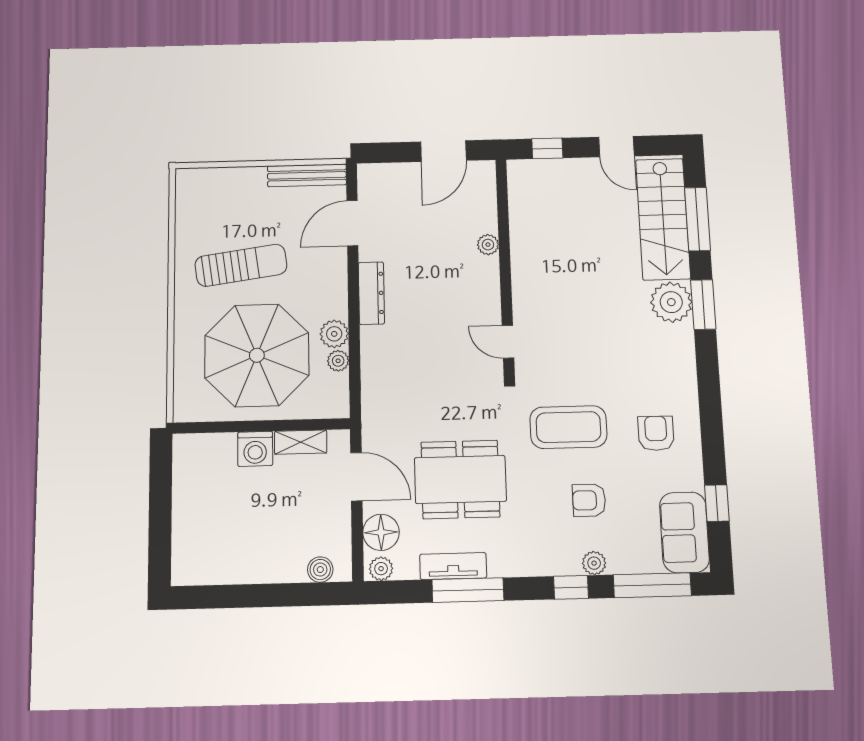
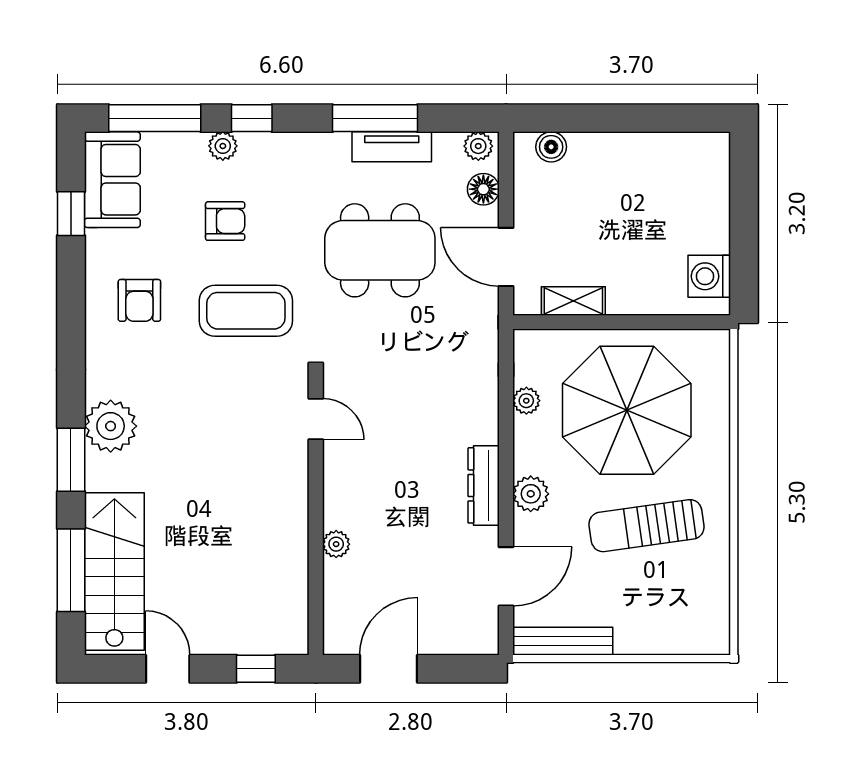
plant: (671, 302) -> (111, 426), moved
plant: (334, 334) -> (531, 494), moved
washing machine: (255, 449) -> (709, 276), moved, turned -90
floor lamp: (381, 532) -> (483, 189), width x0.73, depth x0.73

